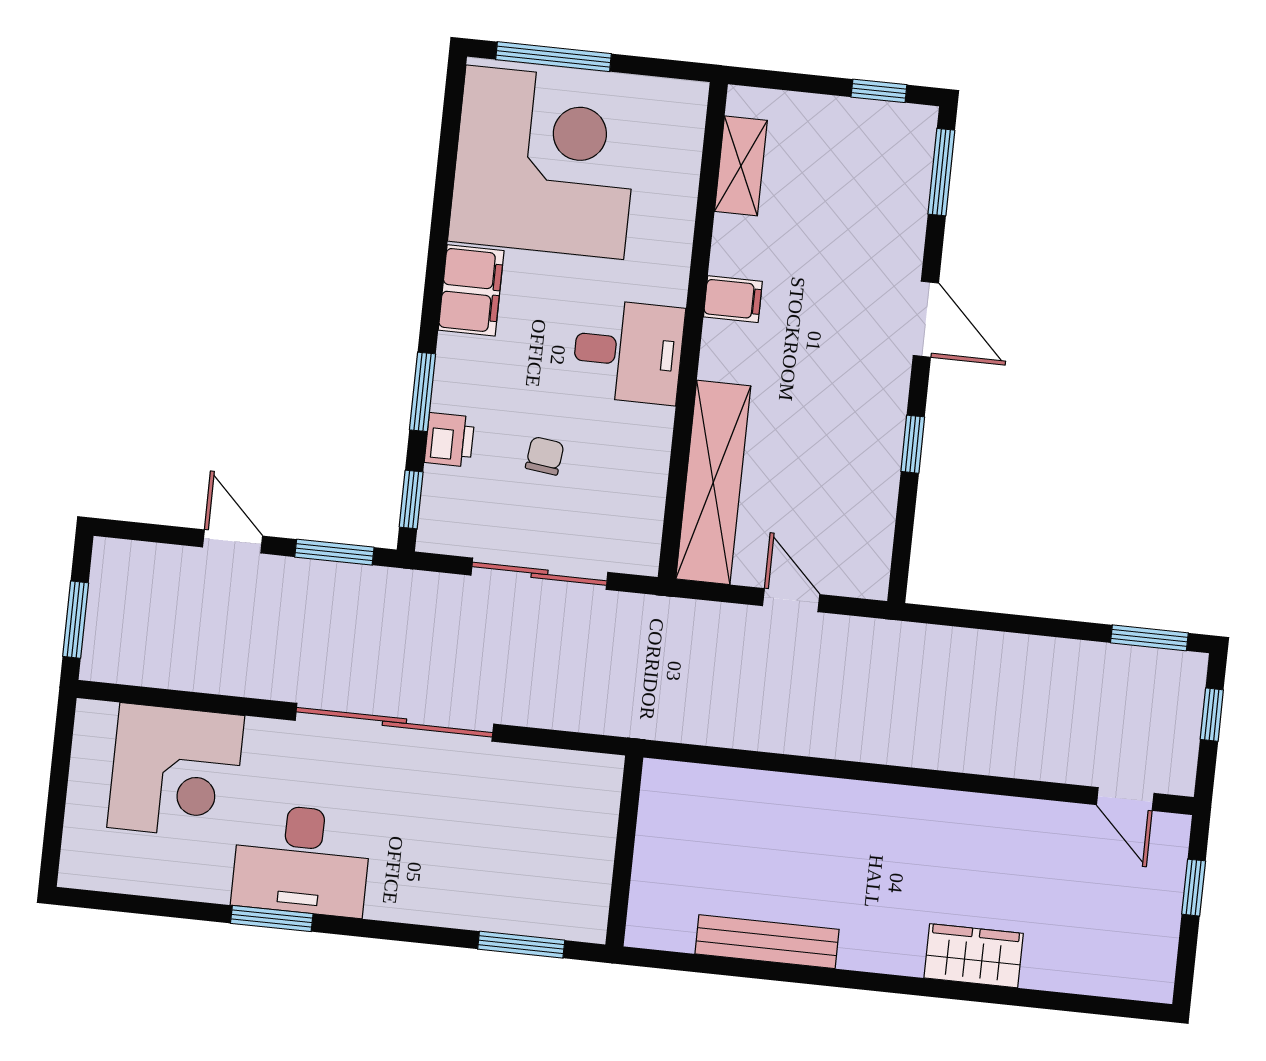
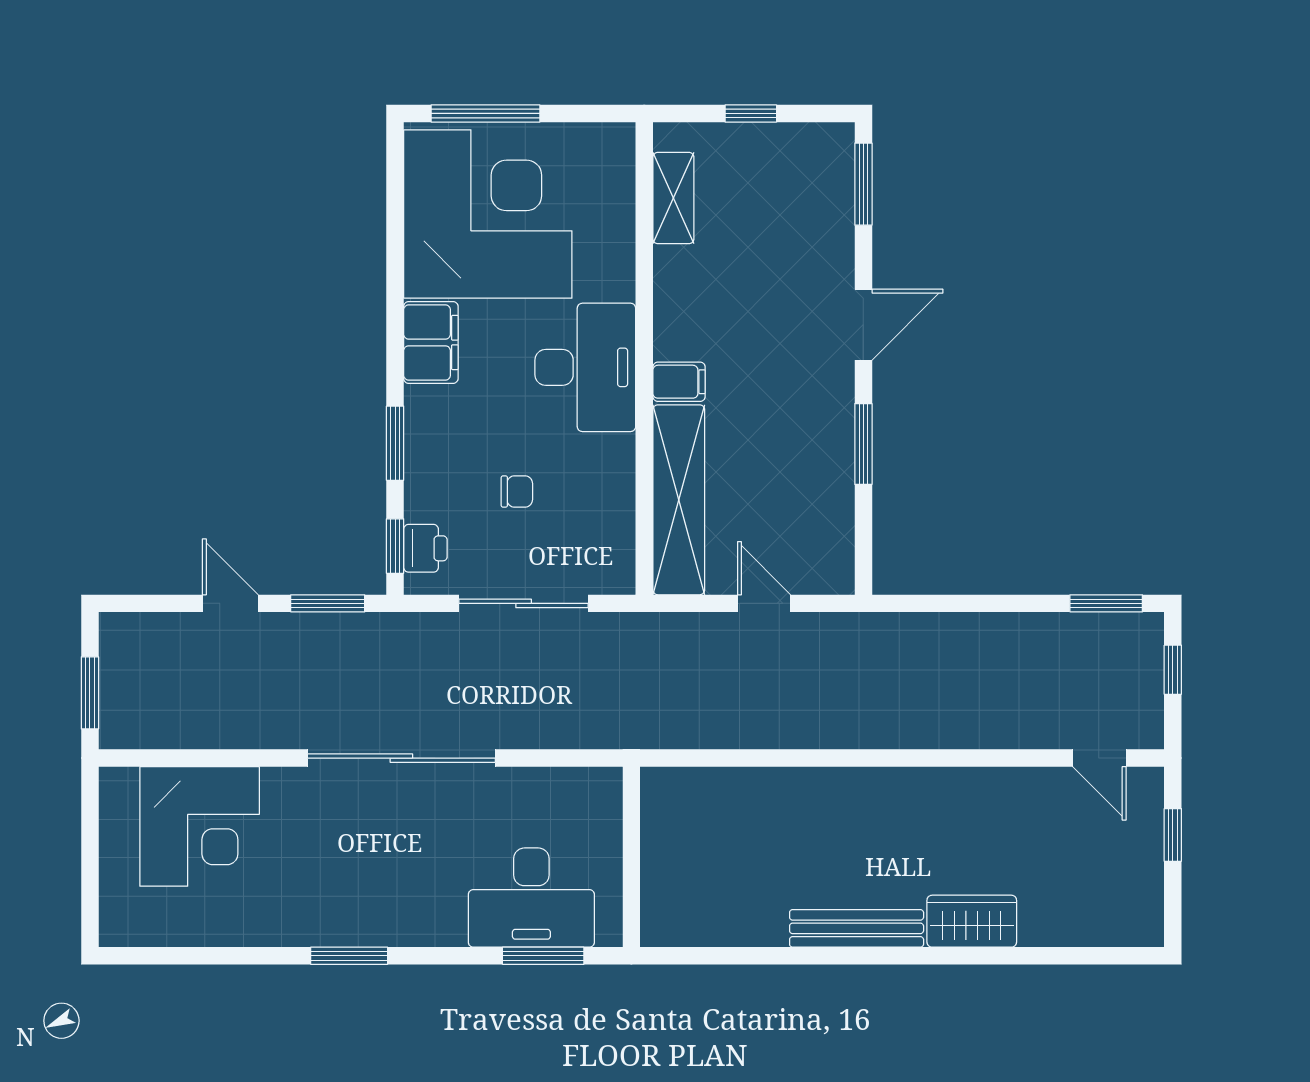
window: (879, 91) -> (751, 113), moved
filing cabinet: (733, 299) -> (679, 382), moved
door: (926, 319) -> (863, 325), hinge flipped
desk: (628, 352) -> (585, 367), width x1.37
printer: (450, 440) -> (425, 548), moved
window: (913, 444) -> (863, 444), width x1.50
chair: (545, 456) -> (517, 491), turned 83
desk: (302, 860) -> (531, 898), moved
window: (272, 919) -> (349, 956), moved
bench: (767, 942) -> (857, 928), moved

